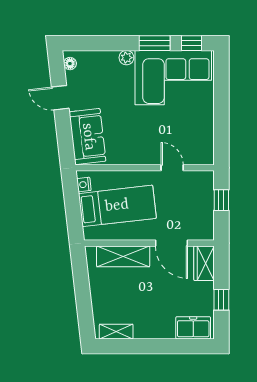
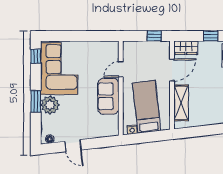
window: (155, 43) -> (36, 101), moved
plant: (126, 58) -> (50, 105), width x1.88, depth x1.88
door: (60, 98) -> (73, 146), hinge flipped
sofa: (88, 137) -> (108, 96), moved, turned -83
window: (221, 200) -> (154, 36), moved

